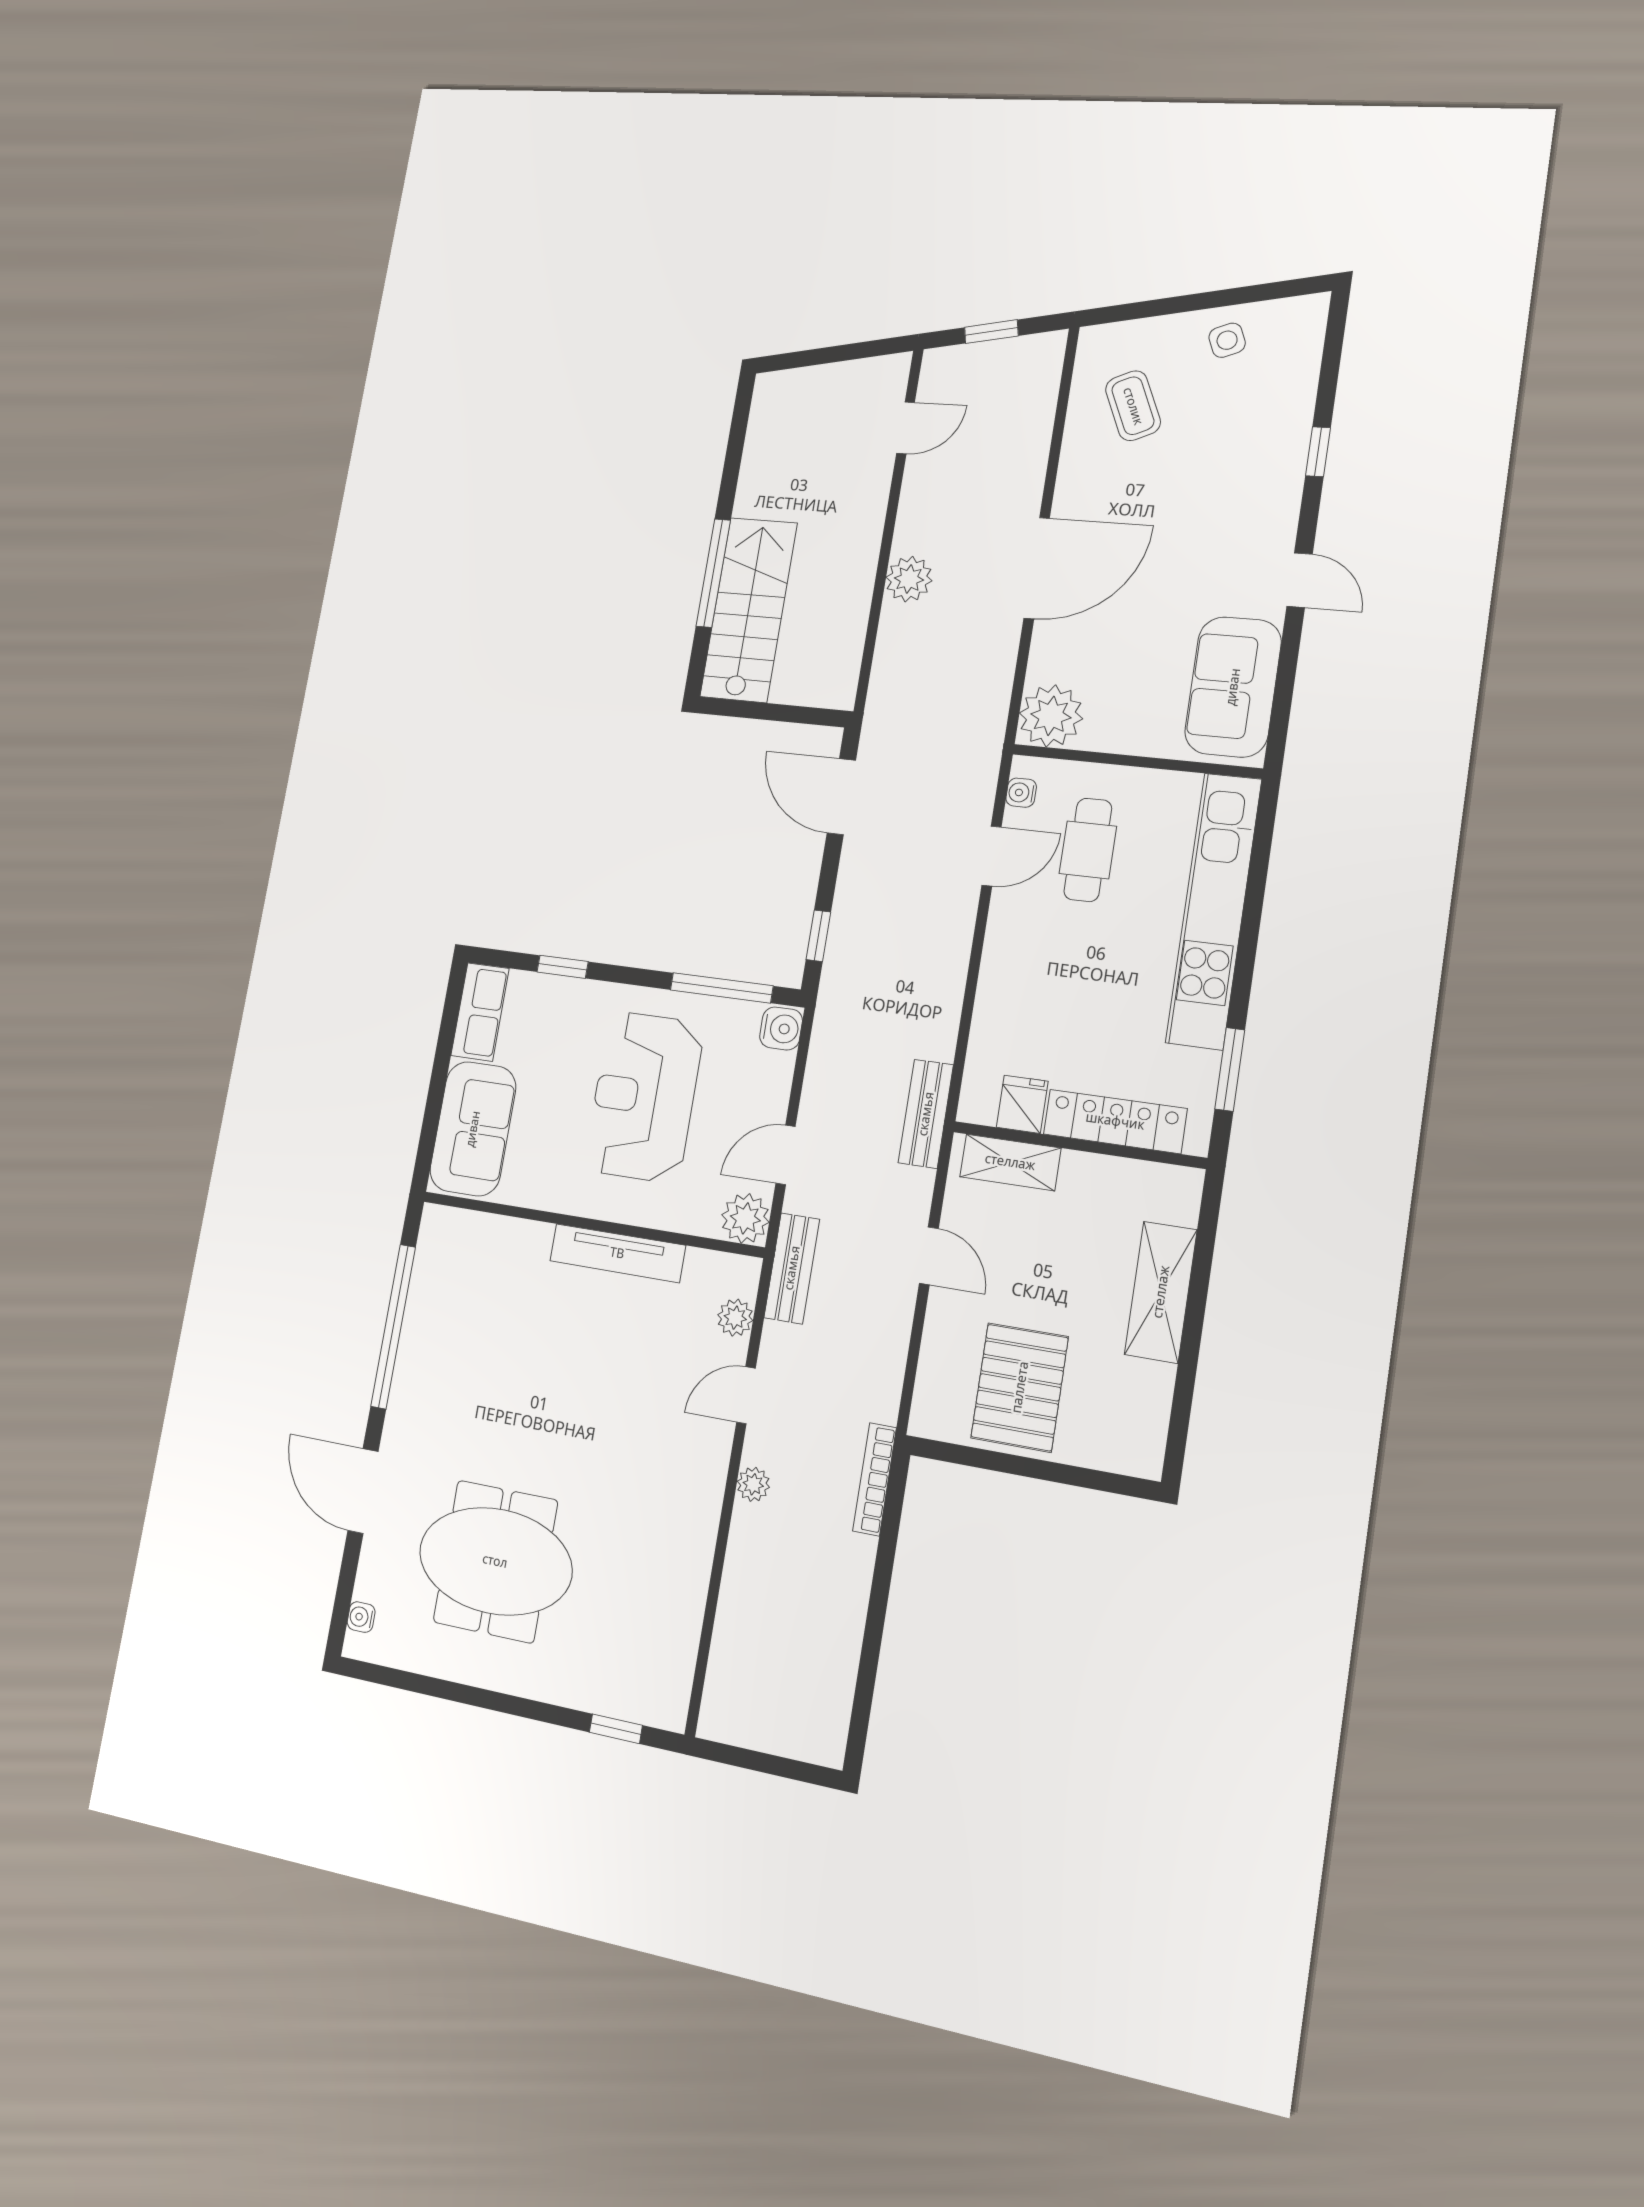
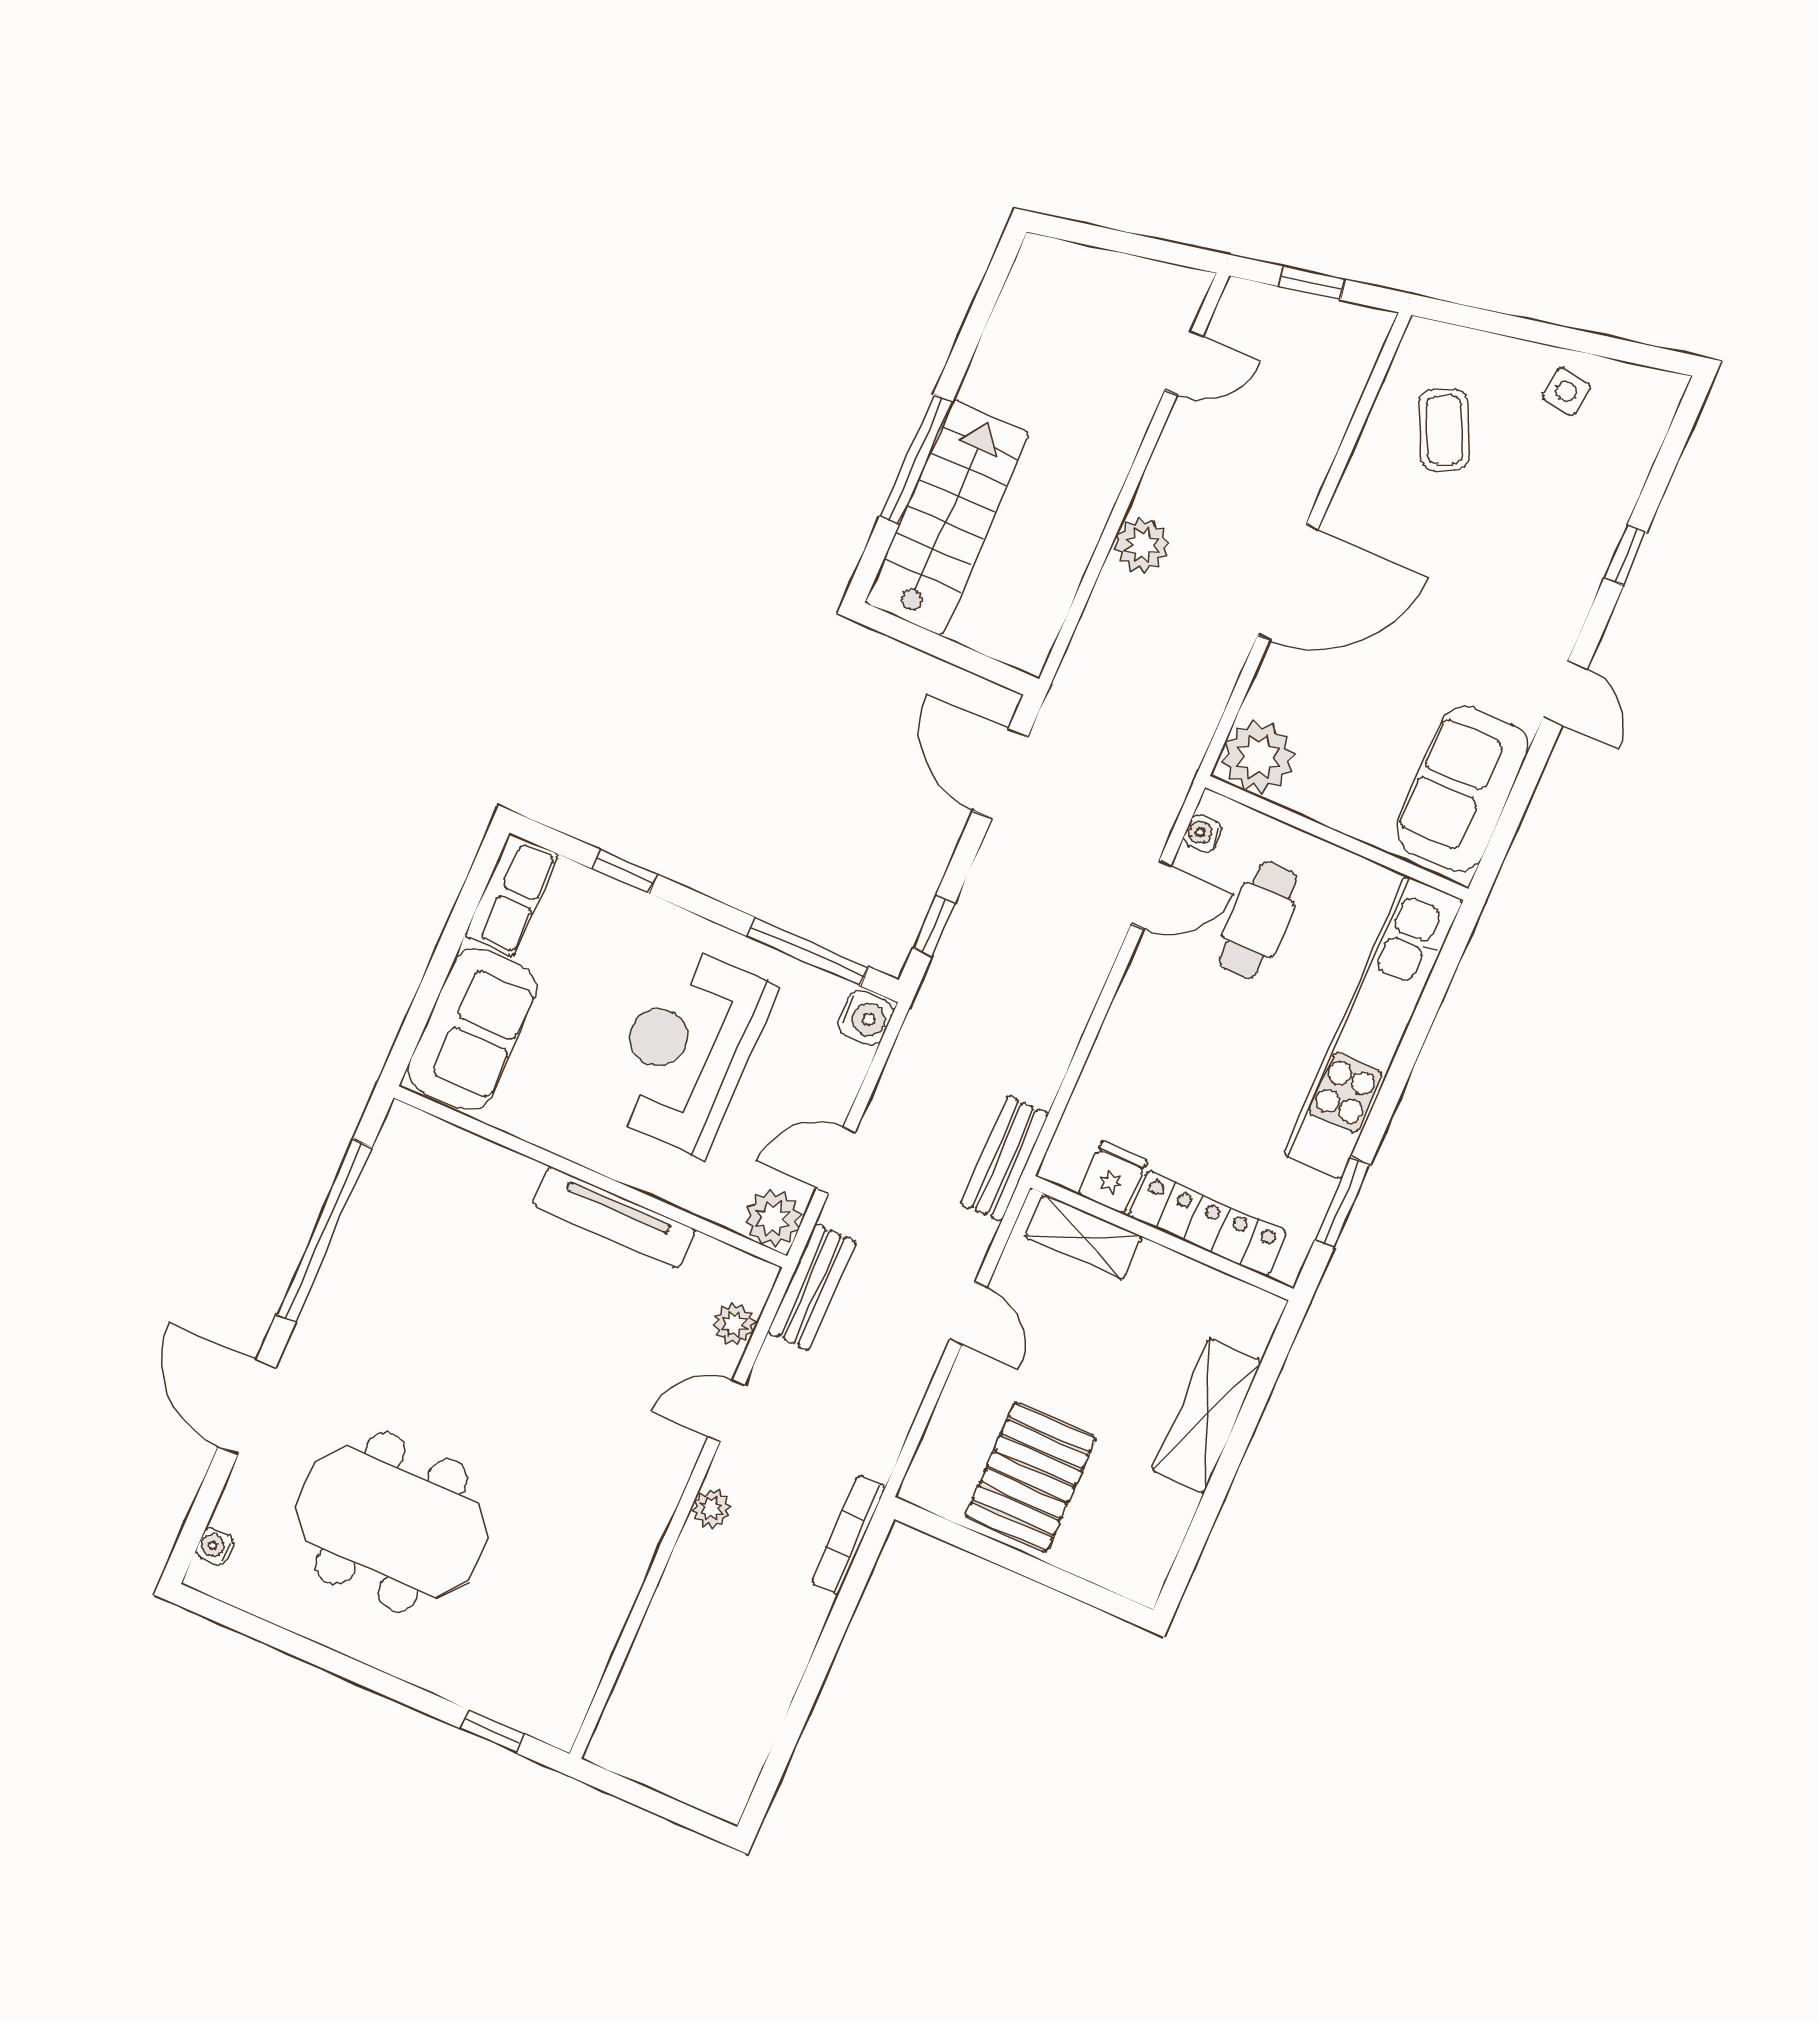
side table: (1227, 340) -> (1566, 391), turned 31

